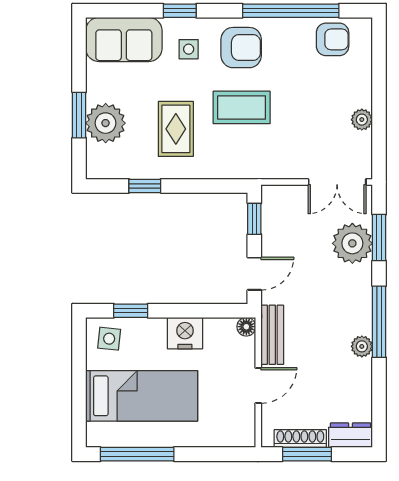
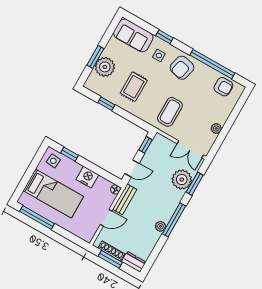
armchair: (241, 48) -> (182, 68), turned 104
coffee table: (242, 107) -> (170, 112), moved, turned 90

